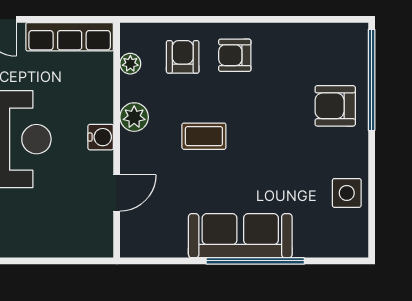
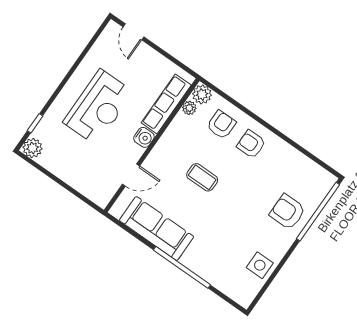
row of seats: (70, 37) -> (166, 104), moved, turned 90
plant: (134, 117) -> (202, 94), moved
sofa: (240, 236) -> (157, 229), moved

